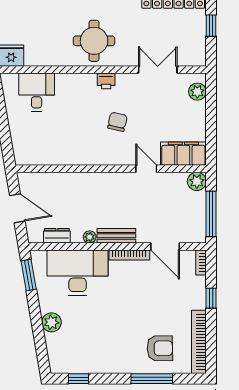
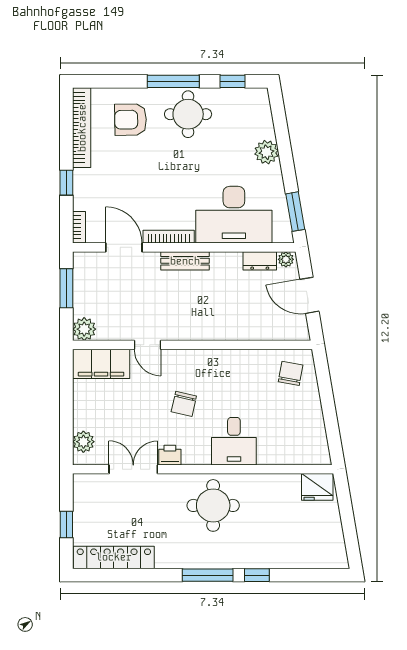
double door: (158, 70) -> (133, 469), swing flipped
printer: (106, 81) -> (170, 455), moved
desk: (37, 92) -> (234, 441), moved
chair: (32, 146) -> (291, 373), added
window: (211, 214) -> (66, 288), width x0.69
plant: (90, 237) -> (286, 259), moved
round table: (114, 353) -> (188, 114), added
window: (152, 379) -> (173, 81), moved

